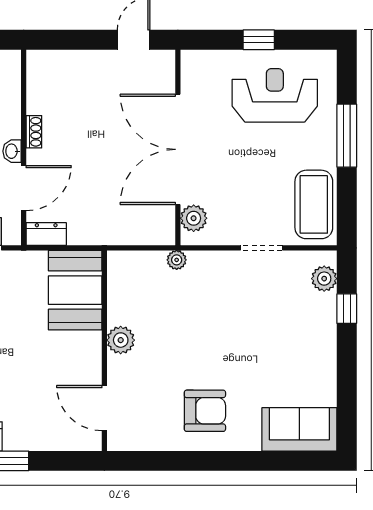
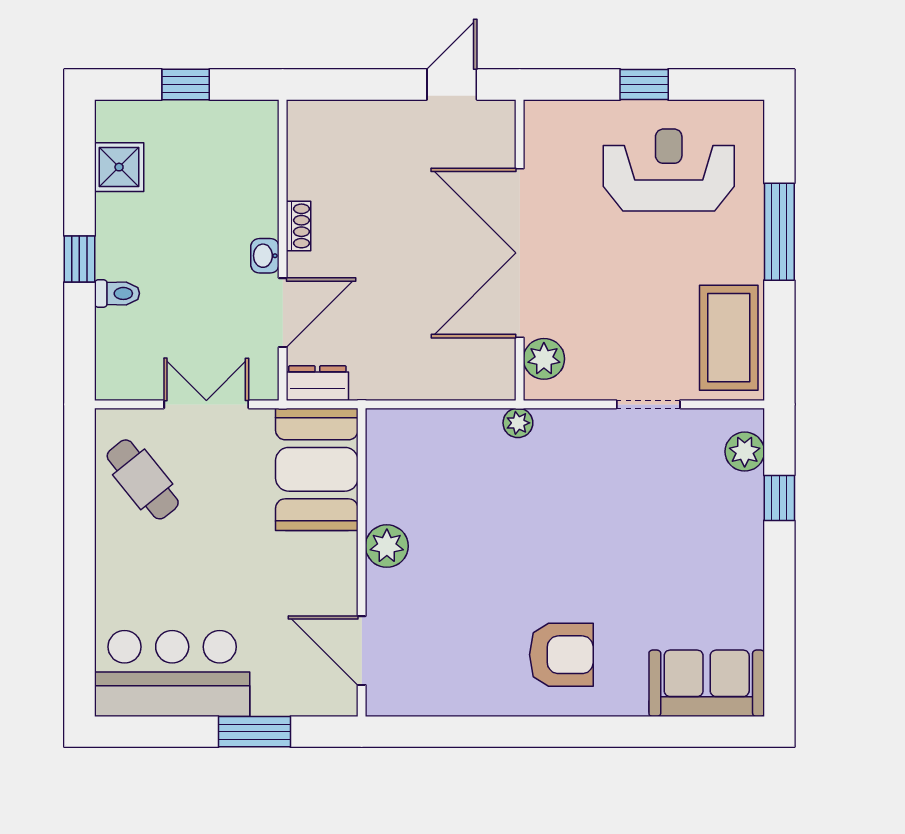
booth: (75, 290) -> (317, 469), moved
plant: (121, 340) -> (387, 546), moved
wall: (104, 351) -> (362, 562), moved
door: (104, 408) -> (362, 651), moved

